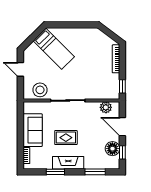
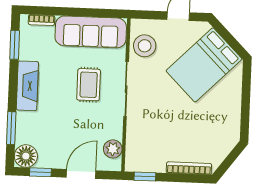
bed: (54, 49) -> (204, 65), width x1.50
sofa: (33, 130) -> (91, 32), width x1.36
rug: (66, 138) -> (89, 85), moved
floor lamp: (112, 149) -> (26, 156), moved
window: (55, 172) -> (15, 45), moved

